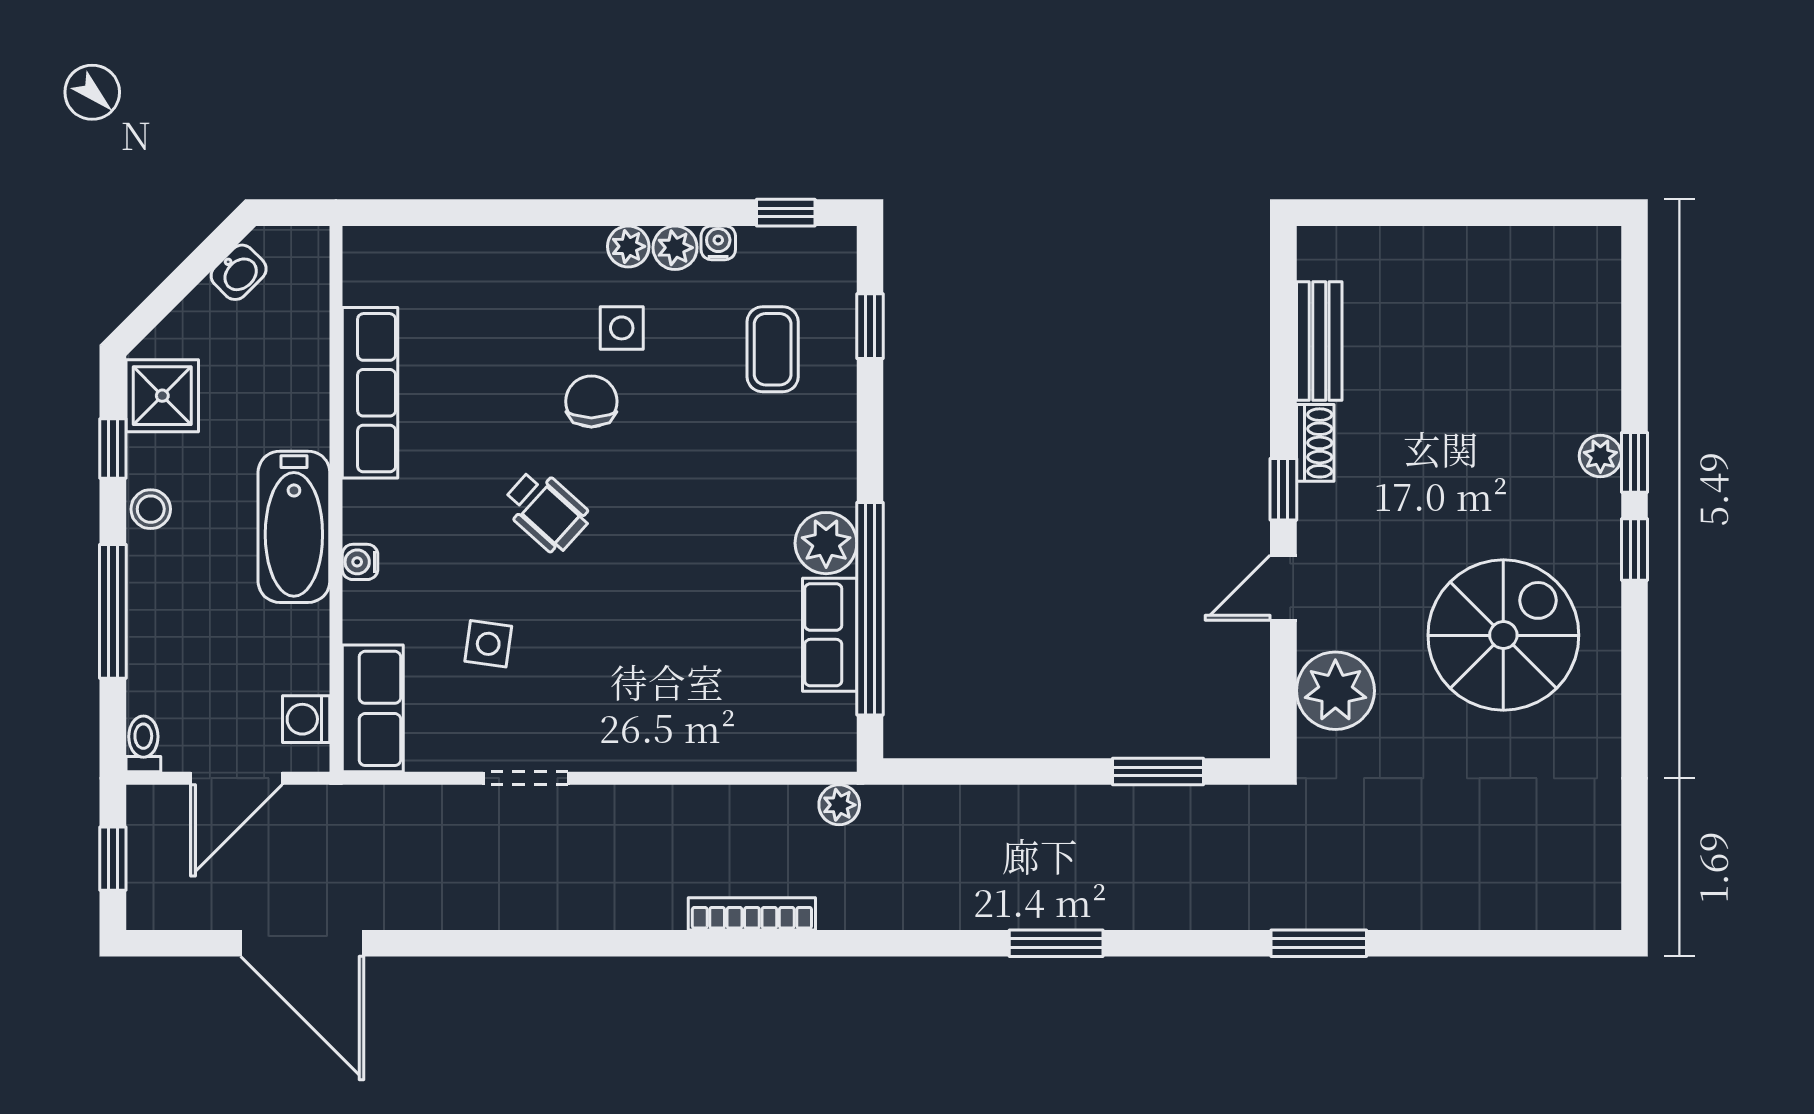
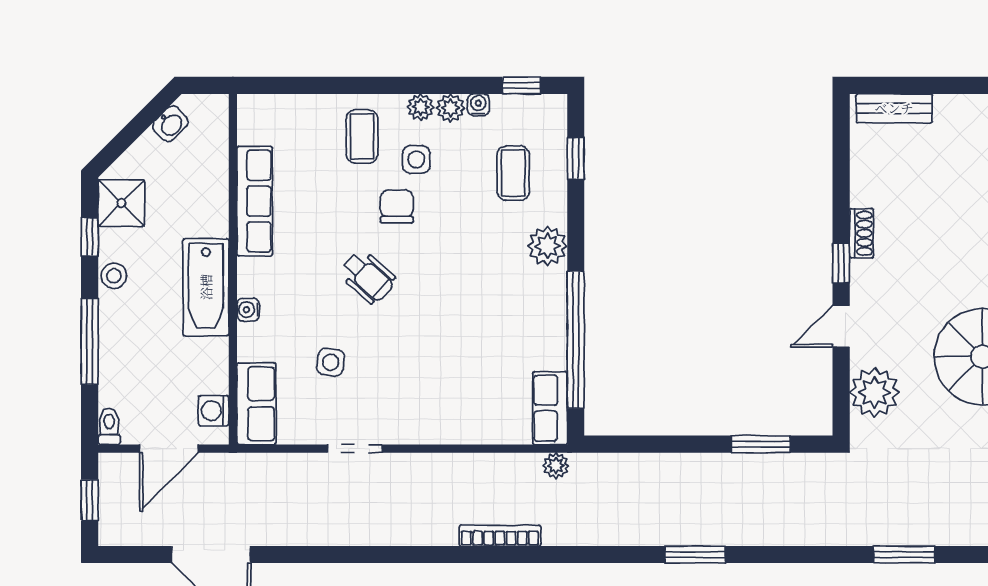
coffee table: (537, 292) -> (362, 136), added
bench: (1319, 341) -> (894, 108), moved, turned 90
plant: (826, 543) -> (547, 246), moved
row of seats: (830, 635) -> (550, 408), moved
window: (1319, 943) -> (904, 555), moved

